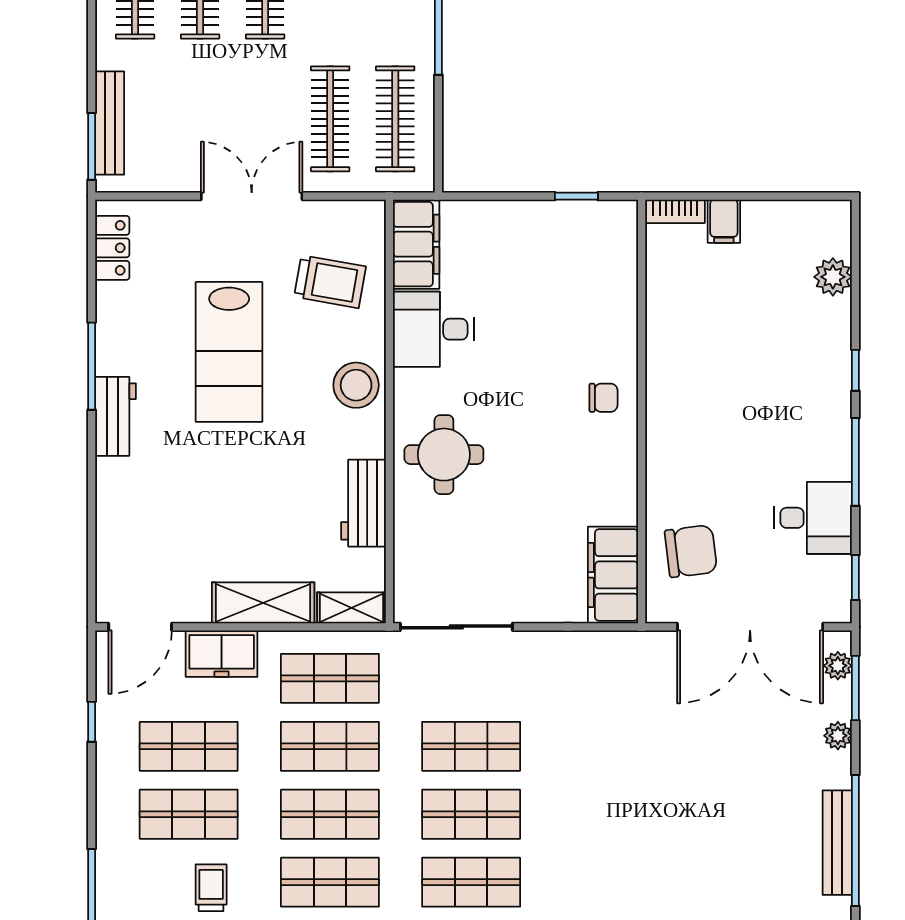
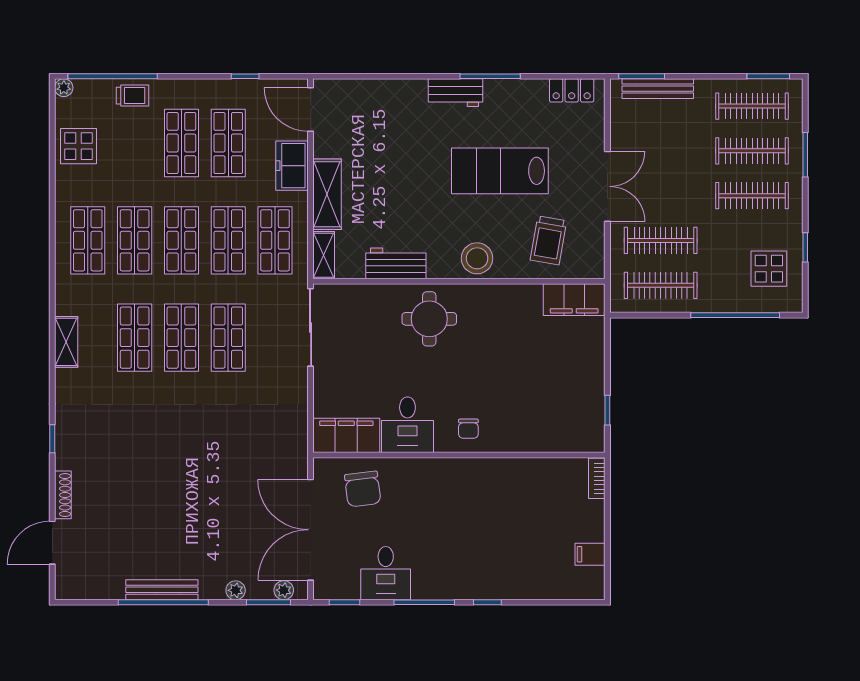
filing cabinet: (724, 221) -> (590, 554), moved
plant: (833, 277) -> (552, 587), removed
desk: (433, 329) -> (407, 425), moved, turned 180
trolley: (211, 888) -> (132, 96), moved

